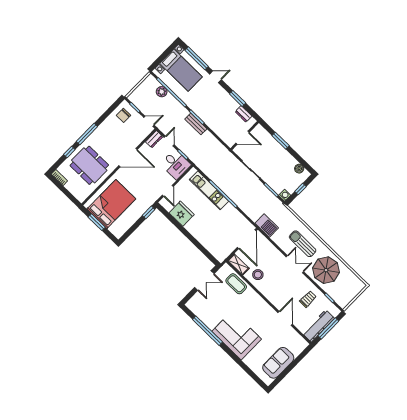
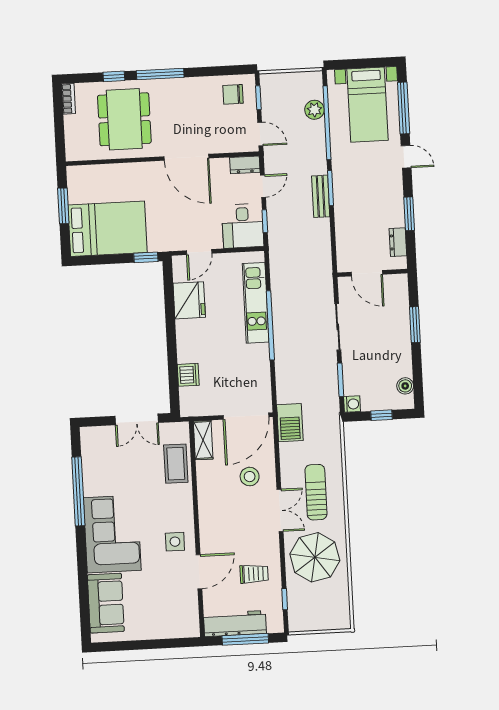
bed: (111, 204) -> (108, 229), moved
dishwasher: (209, 244) -> (188, 375), added
stool: (258, 275) -> (250, 477), moved
side table: (264, 315) -> (175, 542), added
sofa: (278, 363) -> (106, 603), moved, turned 90

